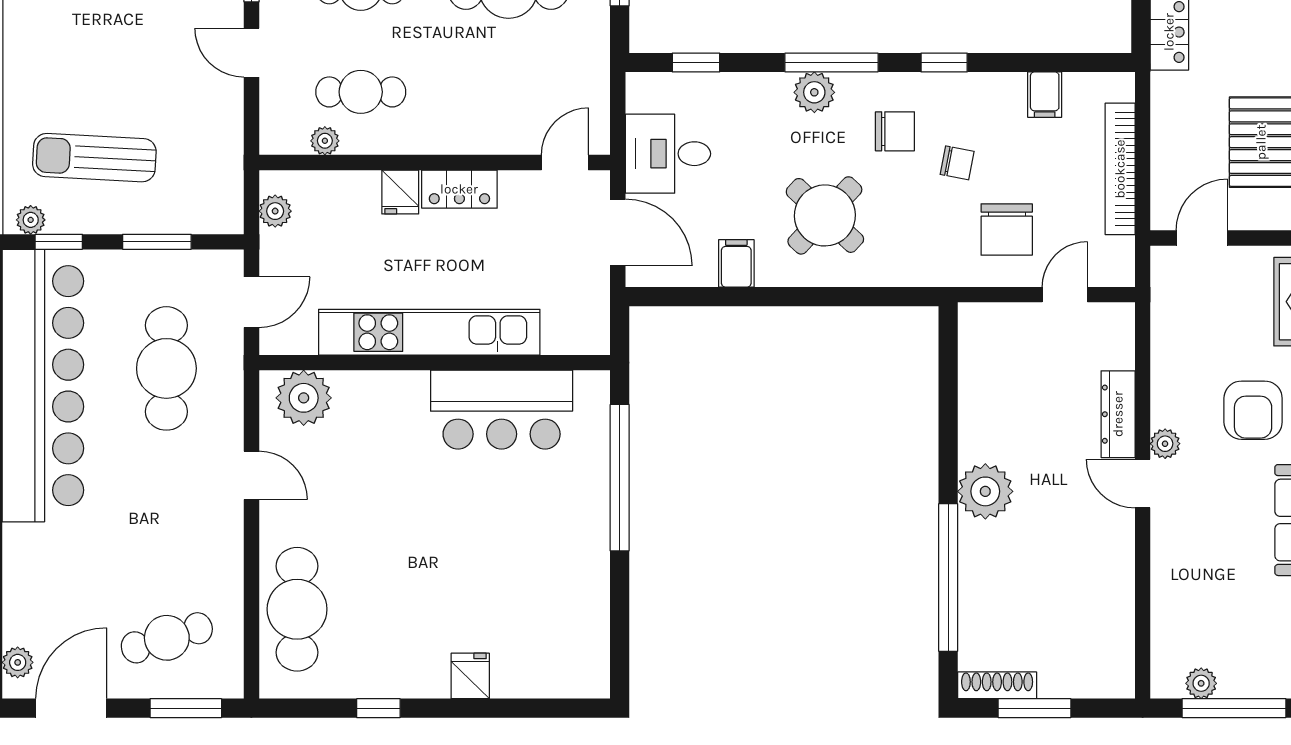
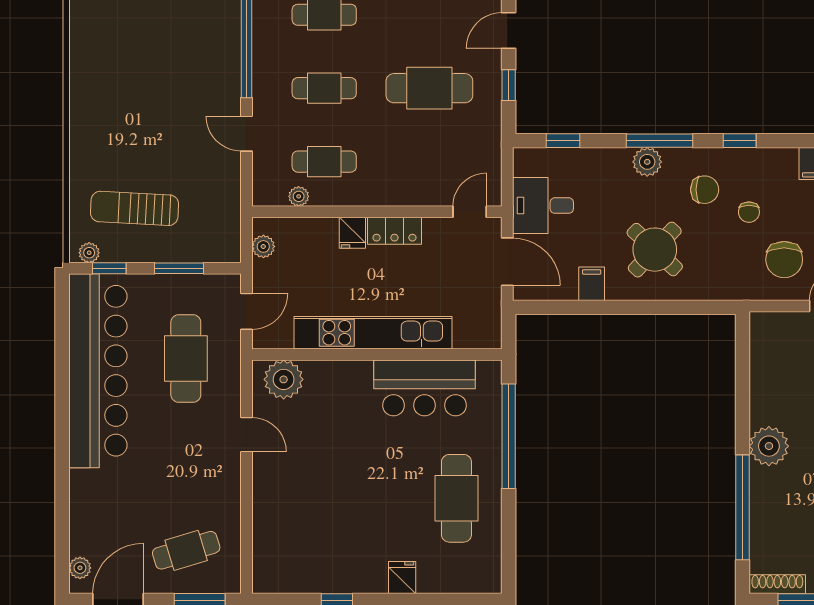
chair: (957, 163) -> (749, 212), turned 79
cafe table: (297, 609) -> (456, 498), moved

